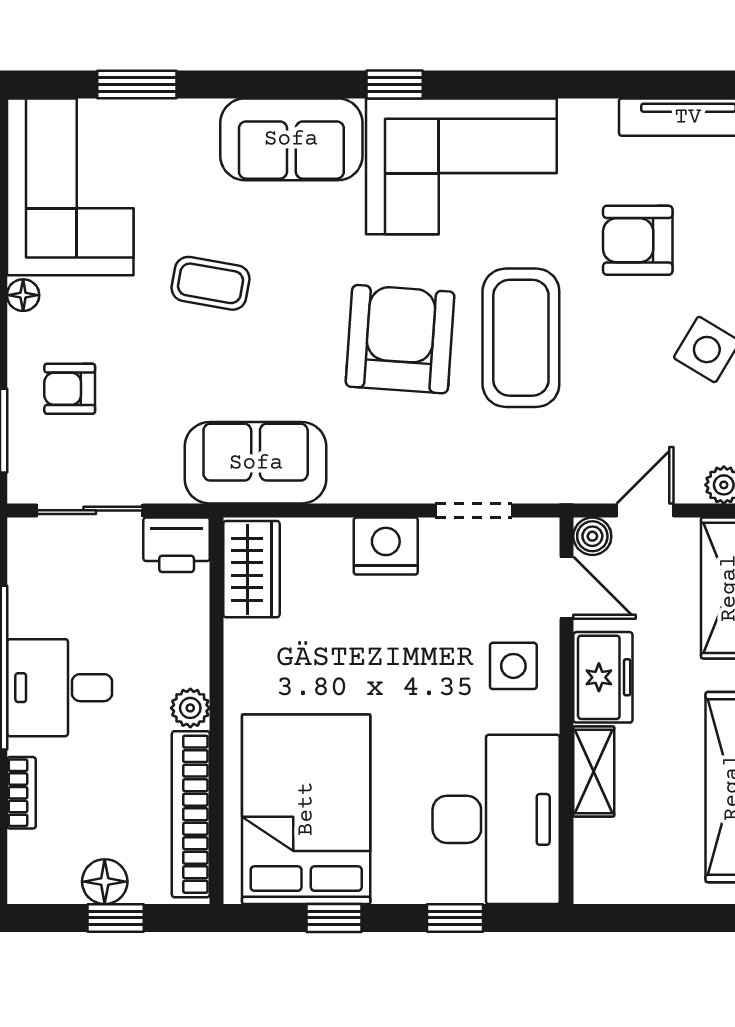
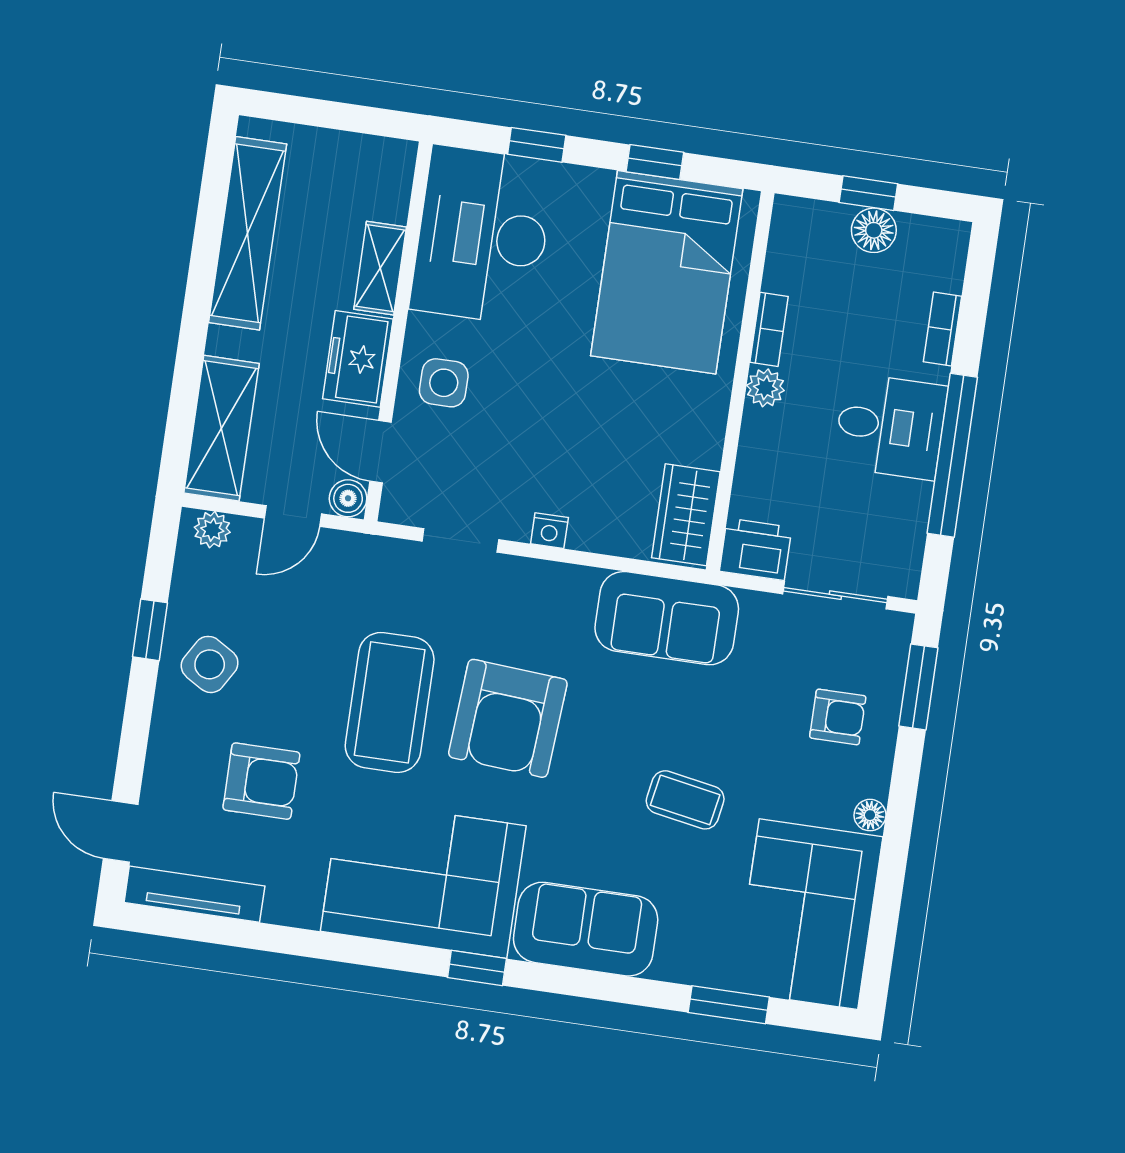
nightstand: (386, 546) -> (549, 531), width x0.53, depth x0.56
bookcase: (191, 814) -> (769, 329), width x0.43, depth x0.76

